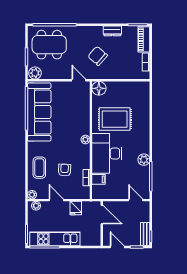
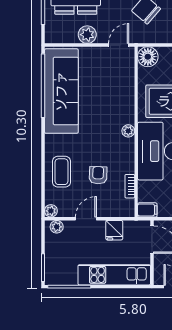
plant: (35, 73) -> (87, 35), moved
door: (79, 80) -> (119, 45), hinge flipped
filing cabinet: (99, 179) -> (147, 210), moved
door: (56, 200) -> (86, 219), hinge flipped
kitchen unit: (55, 239) -> (114, 275), moved

